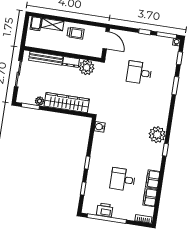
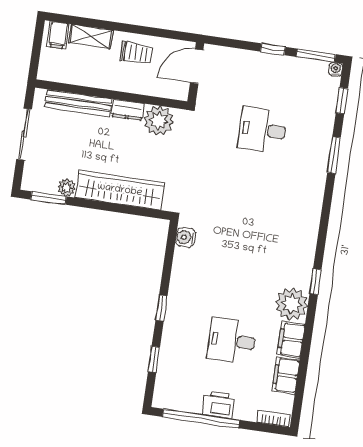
door: (106, 40) -> (197, 66), swing flipped
plant: (157, 135) -> (292, 304), moved
printer: (105, 210) -> (219, 404), moved

